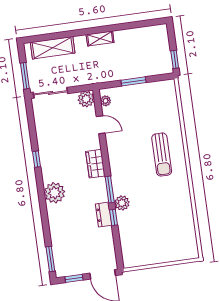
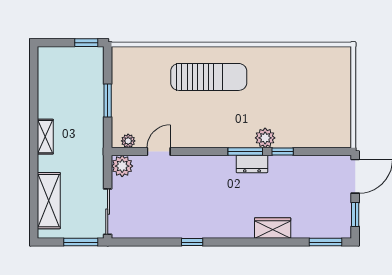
sun lounger: (162, 155) -> (209, 77), width x1.36, depth x1.34
wardrobe: (95, 164) -> (273, 228), moved, turned 180
plant: (55, 193) -> (239, 224), removed
dresser: (104, 215) -> (252, 164), moved

